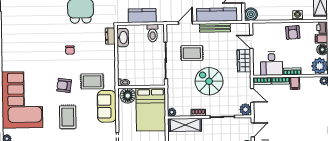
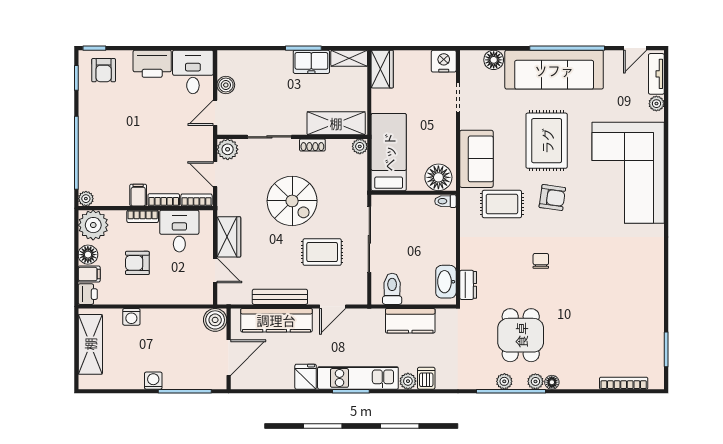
armchair: (293, 32) -> (137, 263), moved, turned -86
bed: (151, 109) -> (389, 152), width x0.67
rug: (68, 117) -> (547, 141), width x1.36, depth x1.43

